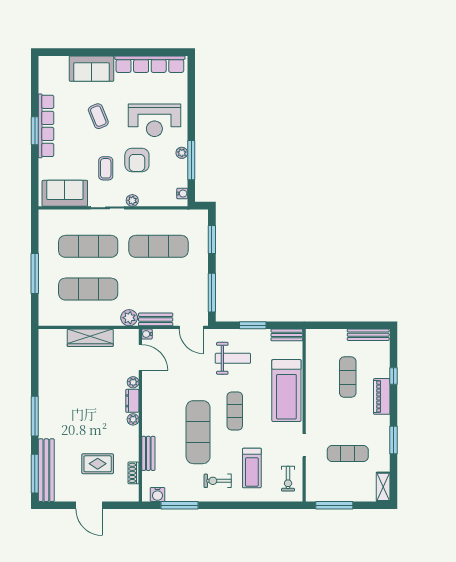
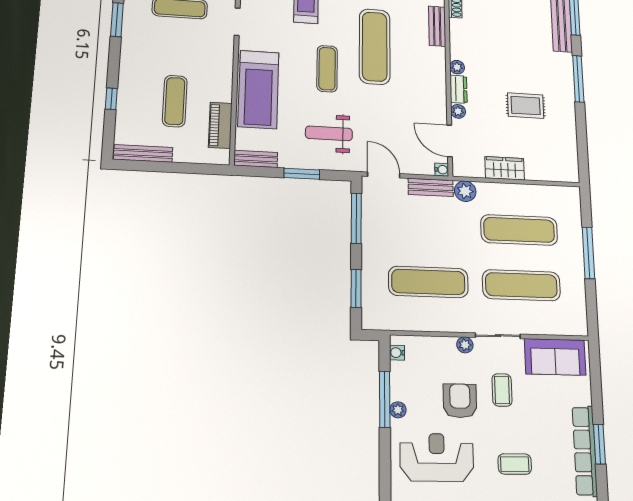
coffee table: (98, 116) -> (515, 464), turned -68
wardrobe: (90, 338) -> (505, 168), width x0.67
treadmill: (286, 391) -> (258, 89), turned 180
piano: (382, 396) -> (220, 125), moved, turned 180
rug: (98, 464) -> (526, 106), moved

